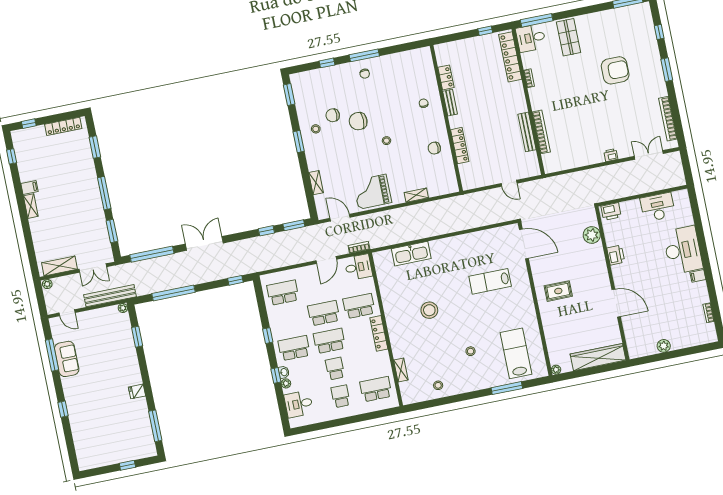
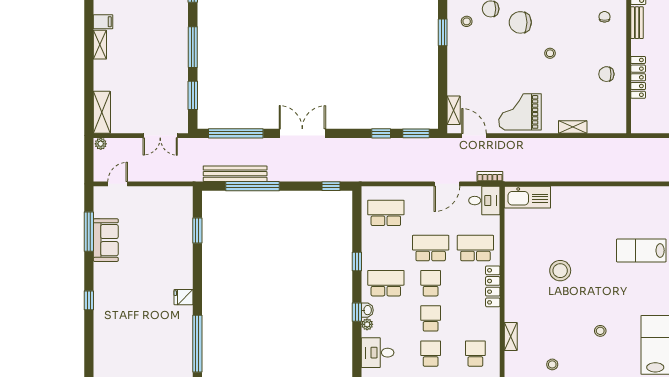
shelving: (316, 183) -> (454, 110), moved
kitchen sink: (411, 254) -> (527, 197), moved
shelving: (59, 266) -> (102, 112), moved, turned 90
bench: (110, 296) -> (235, 174), moved
plant: (123, 308) -> (187, 192), removed
door: (67, 313) -> (118, 184), swing flipped
school desk: (329, 341) -> (431, 283), width x0.54
school desk: (376, 389) -> (475, 354), width x0.54
window: (155, 426) -> (197, 344), width x1.46

